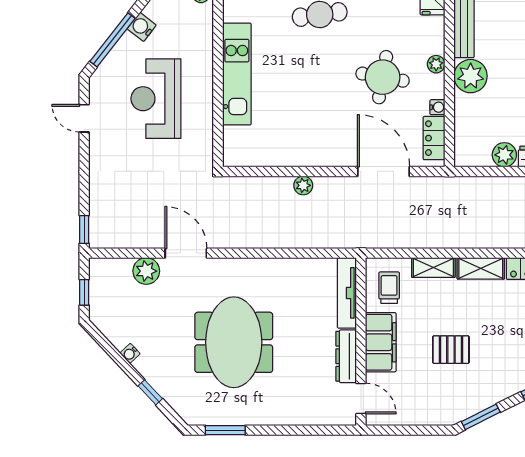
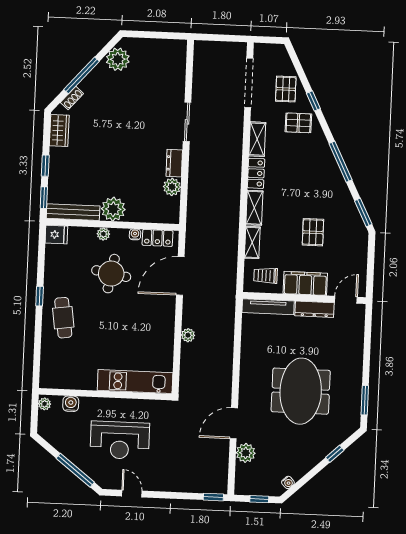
water cooler: (142, 27) -> (71, 404), moved, turned 142
kitchen unit: (237, 74) -> (135, 382), moved
door: (84, 118) -> (132, 494), swing flipped
meeting table: (234, 342) -> (301, 391), turned 90
water cooler: (130, 353) -> (288, 482), moved

